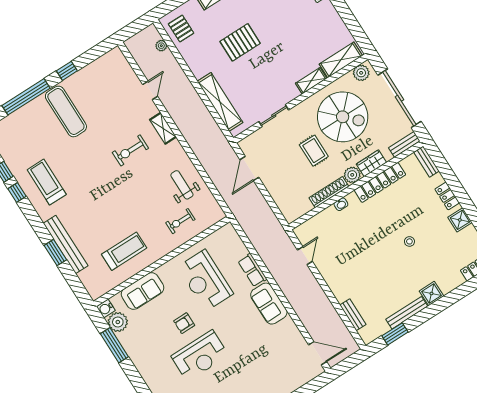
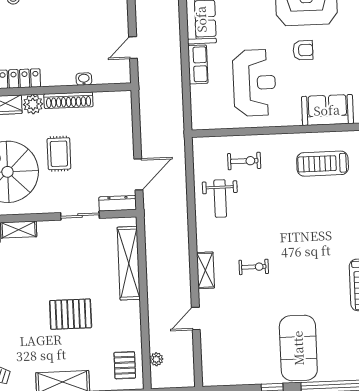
exercise mat: (66, 111) -> (298, 348), width x1.47
dresser: (252, 140) -> (118, 203), added
exercise bike: (130, 150) -> (254, 267), width x0.73, depth x0.72
washbasin: (341, 204) -> (84, 79), moved

